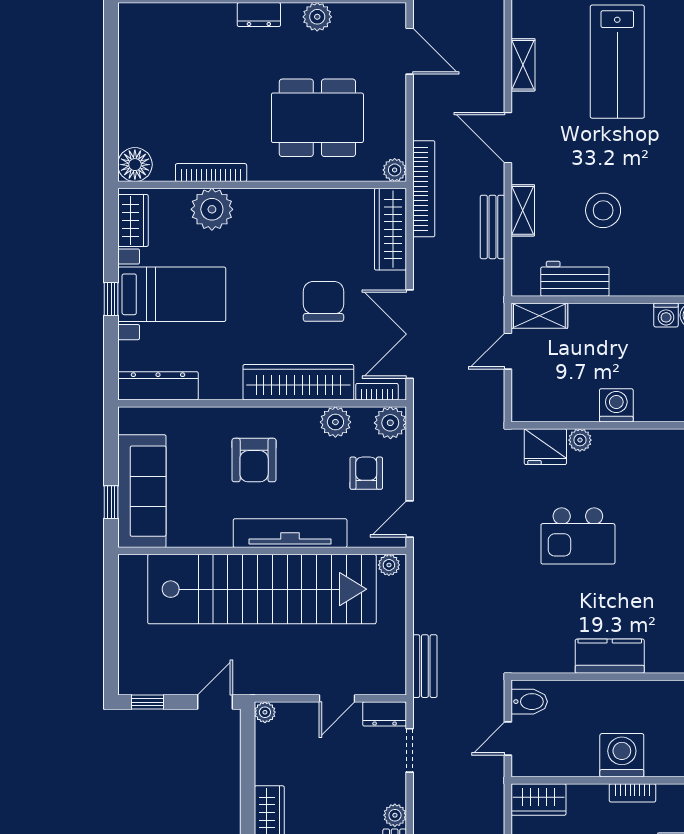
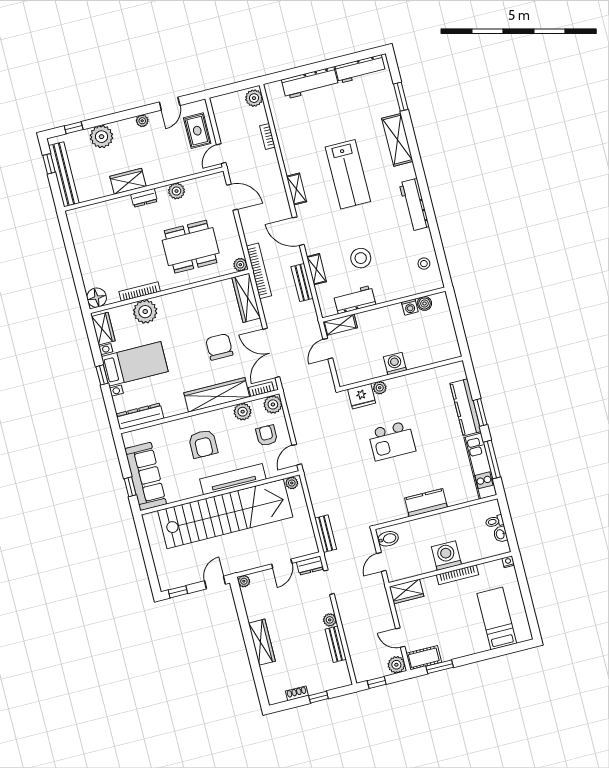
bookcase: (632, 793) -> (457, 575), width x1.56

